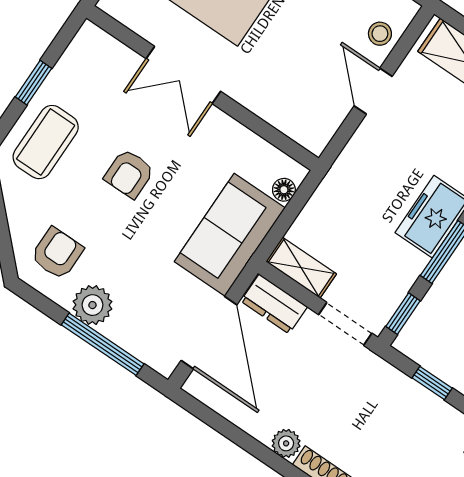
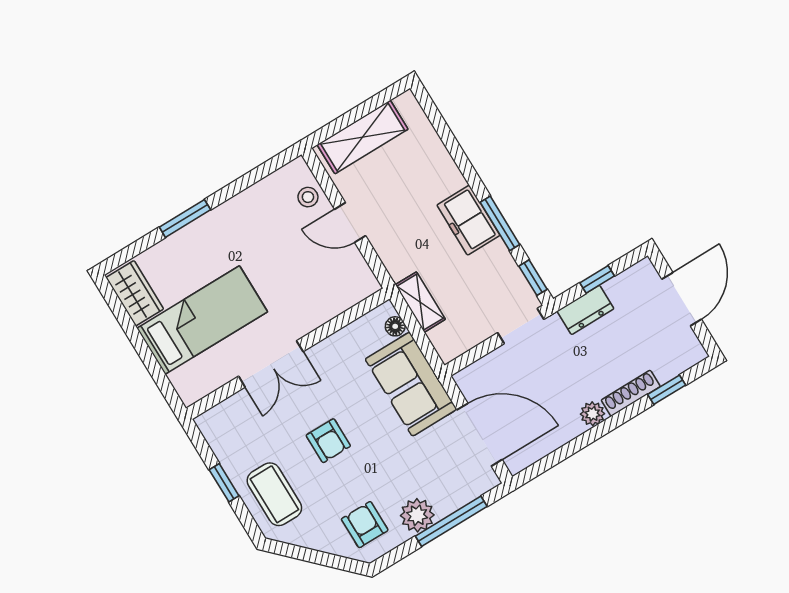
shelving: (301, 268) -> (420, 302), moved, turned 90
dresser: (274, 304) -> (585, 310), moved

